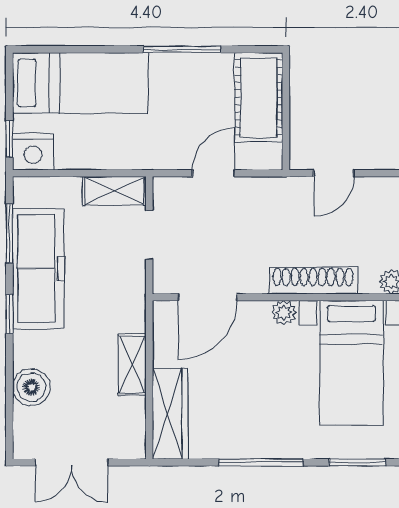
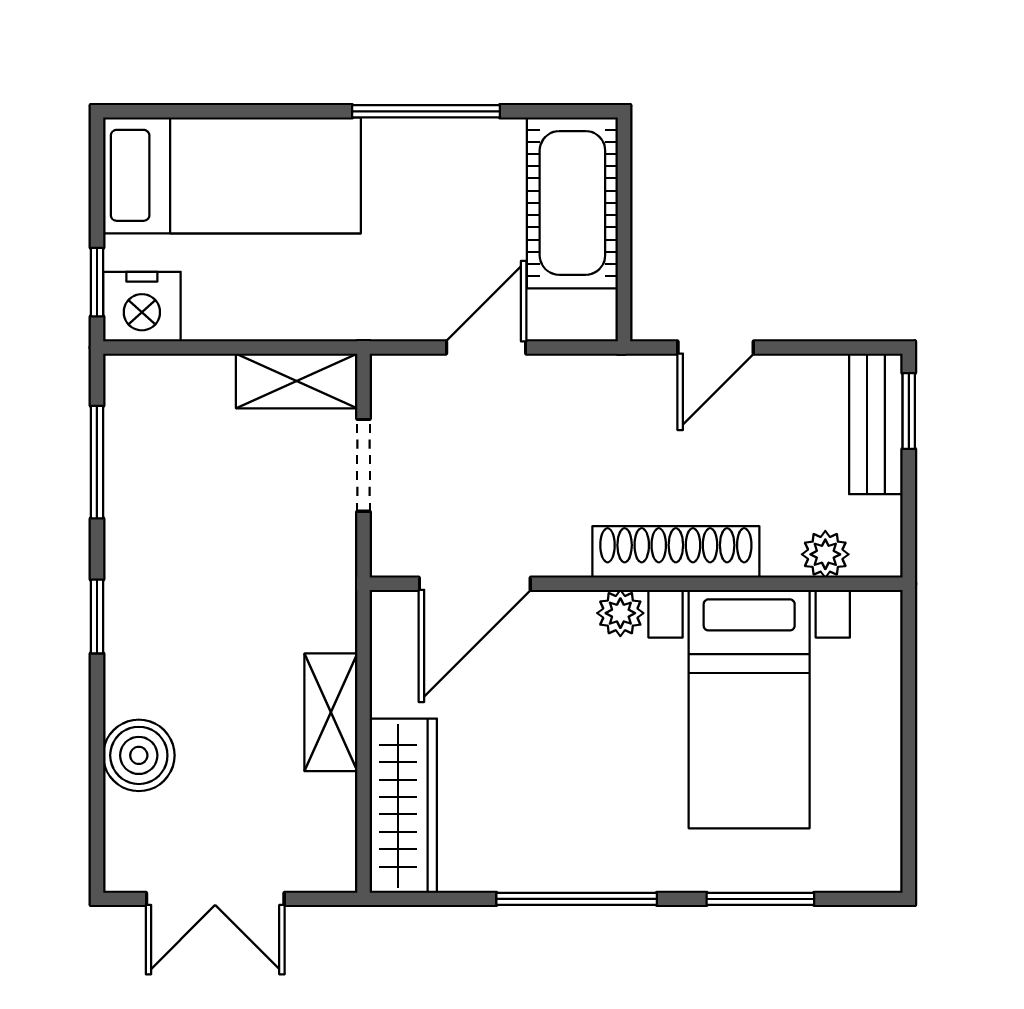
freezer: (38, 269) -> (152, 529), removed

